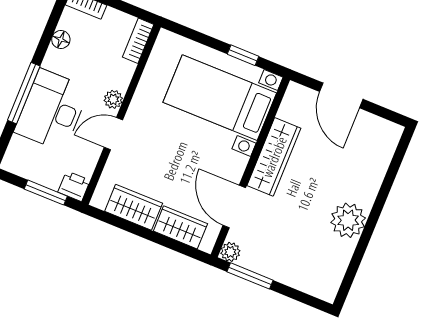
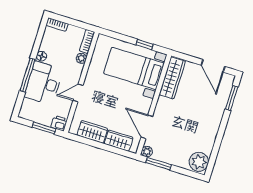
floor lamp: (61, 39) -> (41, 56), moved
door: (341, 95) -> (213, 66), moved
plant: (113, 99) -> (81, 58), moved
wardrobe: (274, 157) -> (172, 78), moved
window: (394, 167) -> (232, 98), added
plant: (348, 220) -> (199, 162), moved

